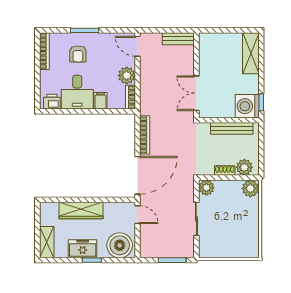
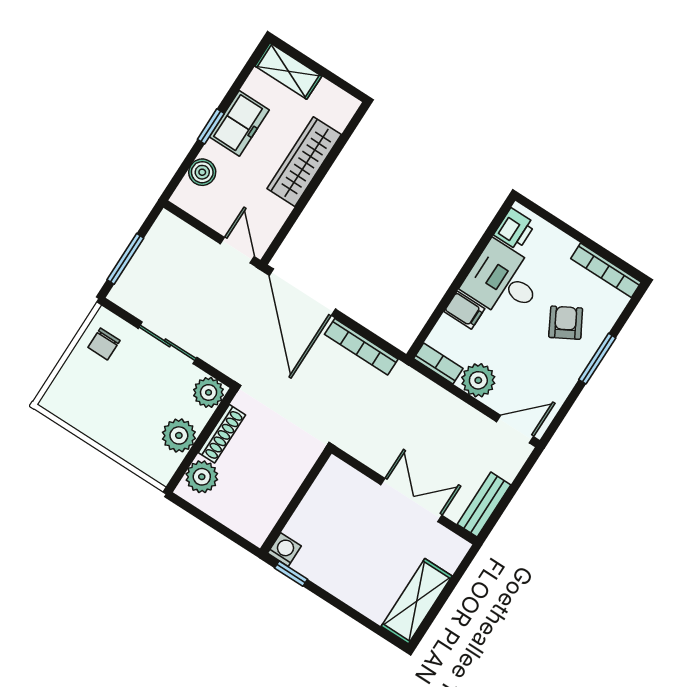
shelving: (251, 53) -> (417, 601), moved, turned 90
armchair: (78, 54) -> (566, 323), turned 61
double door: (196, 93) -> (411, 500), moved
washing machine: (247, 106) -> (284, 550), width x0.53, depth x0.53
bench: (232, 128) -> (279, 497), removed
shoe rack: (225, 171) -> (222, 434), width x1.43
plant: (250, 188) -> (179, 435), moved
door: (138, 215) -> (237, 250), swing flipped
boiler: (120, 245) -> (202, 172), width x0.54, depth x0.54
chair: (214, 246) -> (104, 344), added

